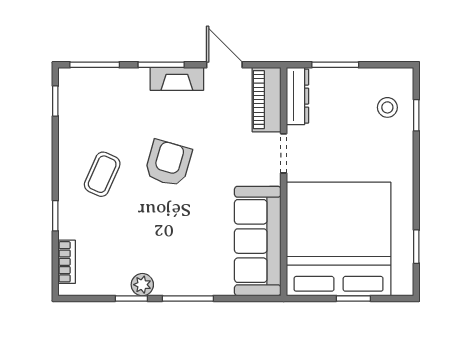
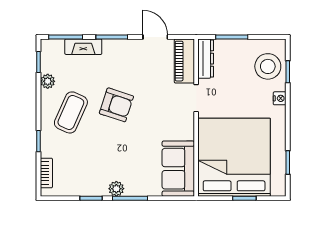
fireplace: (177, 79) -> (83, 47), moved
stool: (387, 107) -> (268, 66), width x1.89, depth x1.89
plant: (69, 129) -> (48, 81), added
nightstand: (405, 154) -> (280, 98), added
armchair: (168, 163) -> (116, 105), turned 92
coffee table: (102, 174) -> (71, 112), width x1.36, depth x1.30
sofa: (258, 241) -> (178, 169), width x0.73
plant: (142, 285) -> (116, 189), moved

